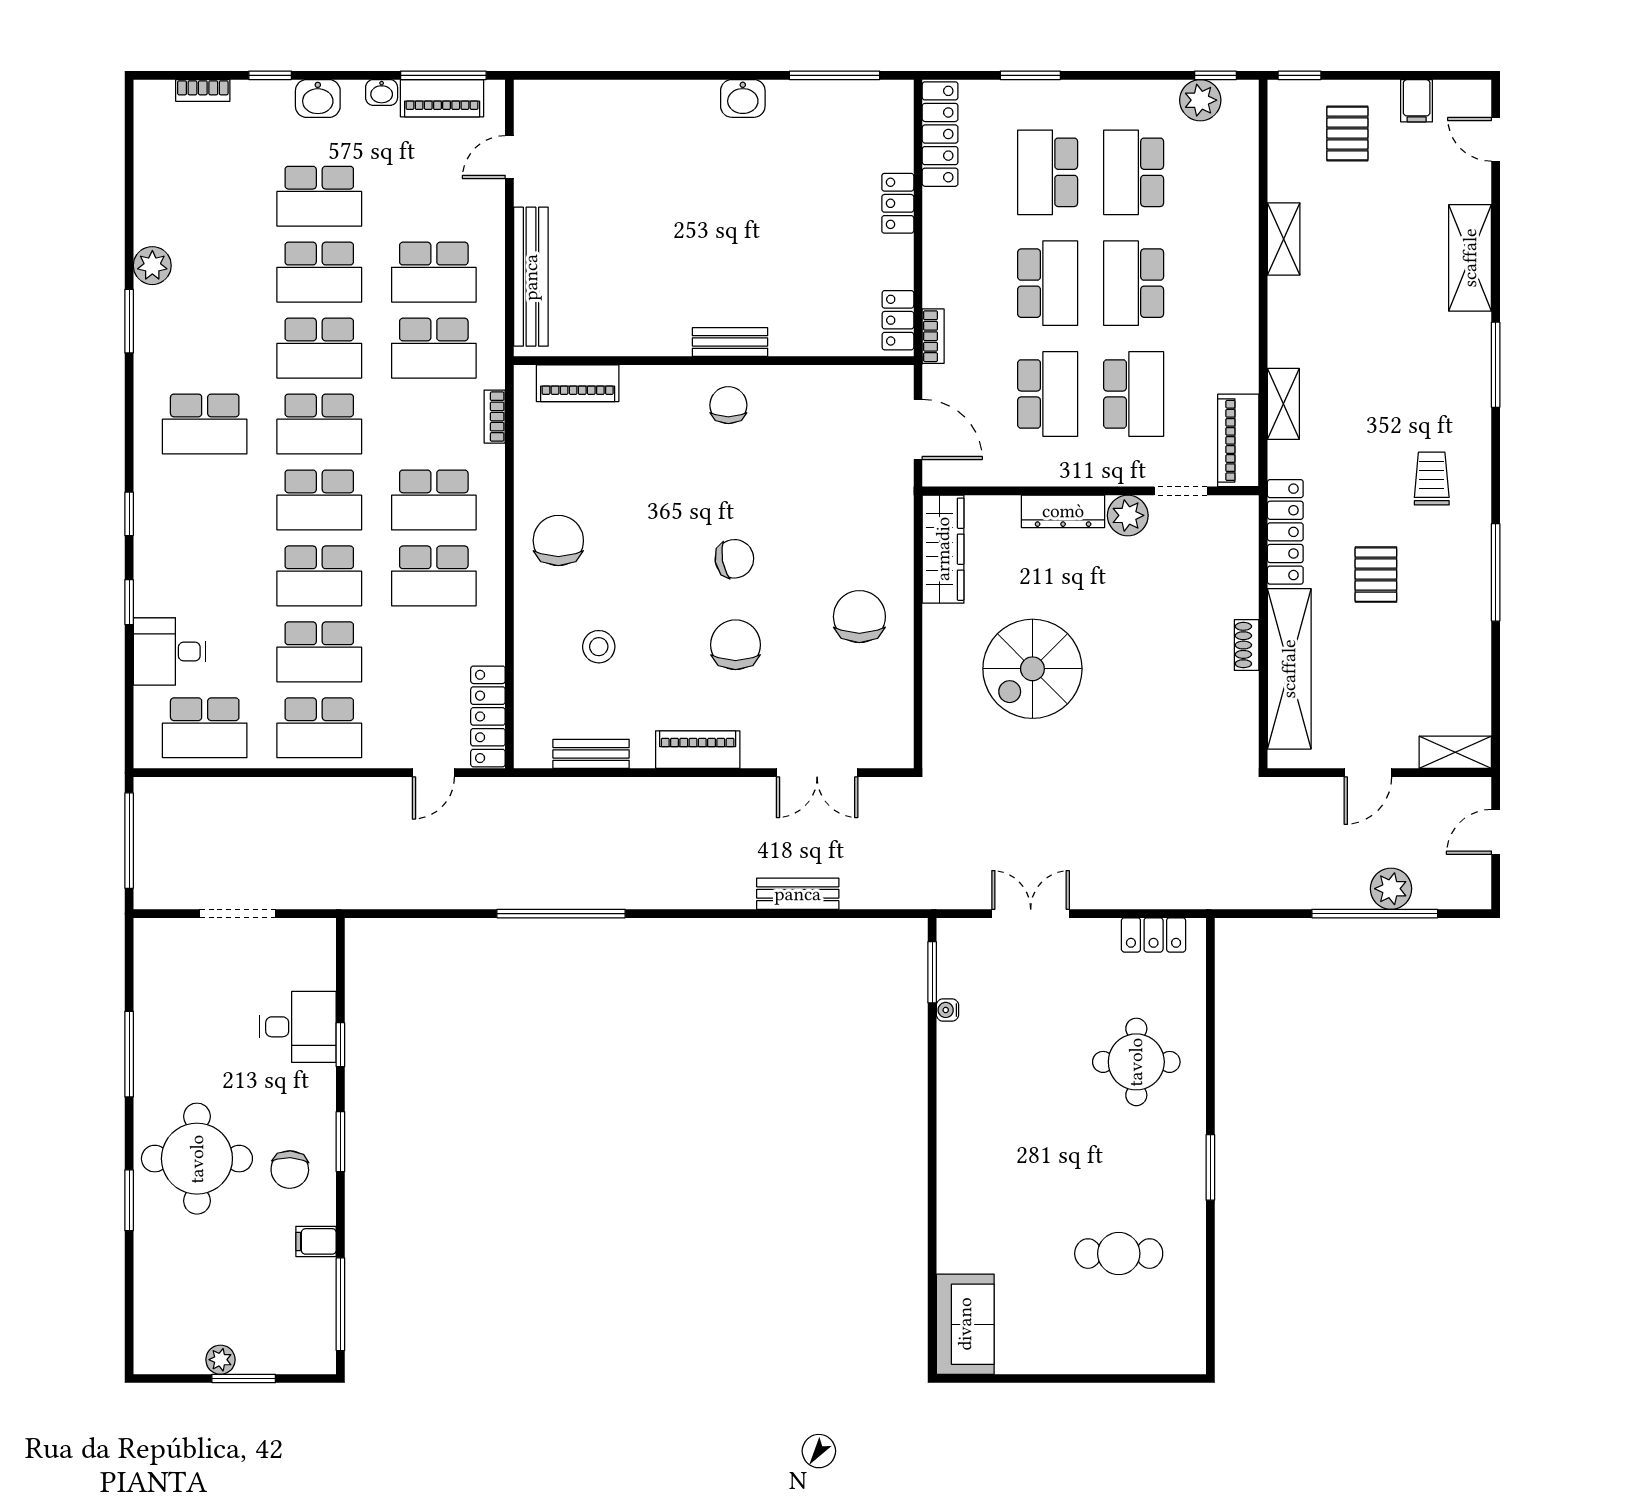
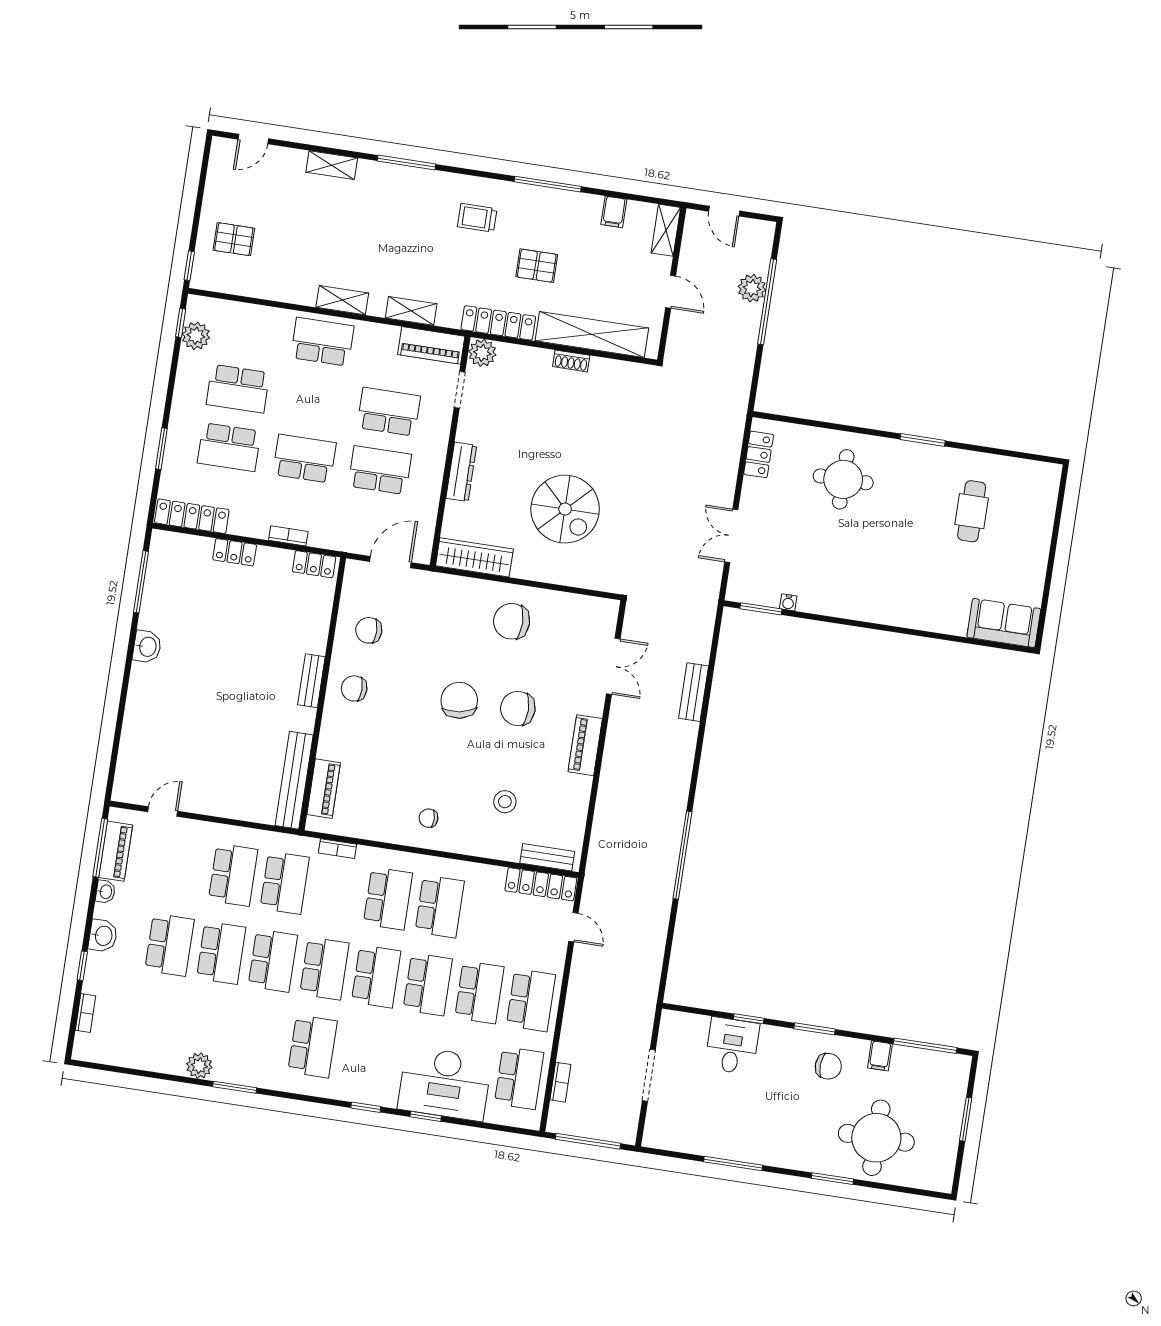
filing cabinet: (1417, 101) -> (614, 212), moved, turned 90
door: (509, 157) -> (163, 811), swing flipped
shelving: (1284, 239) -> (342, 300), moved
shelving: (1470, 258) -> (332, 165), width x0.67, depth x0.75
bench: (531, 277) -> (294, 780), moved, turned 90
school desk: (1134, 283) -> (322, 342), moved, turned 180
bookcase: (933, 336) -> (288, 536), moved
chair: (815, 413) -> (369, 630), added
plant: (1128, 515) -> (482, 353), moved
chair: (558, 541) -> (429, 818), width x0.54, depth x0.54
chair: (734, 559) -> (459, 700), width x1.37, depth x1.37
desk: (170, 652) -> (445, 1084), width x1.87, depth x1.30
bench: (591, 754) -> (547, 857), moved, turned 90
bookcase: (208, 788) -> (560, 1082), added
round table: (197, 1159) -> (876, 1138), moved
plant: (220, 1360) -> (950, 1133), removed

